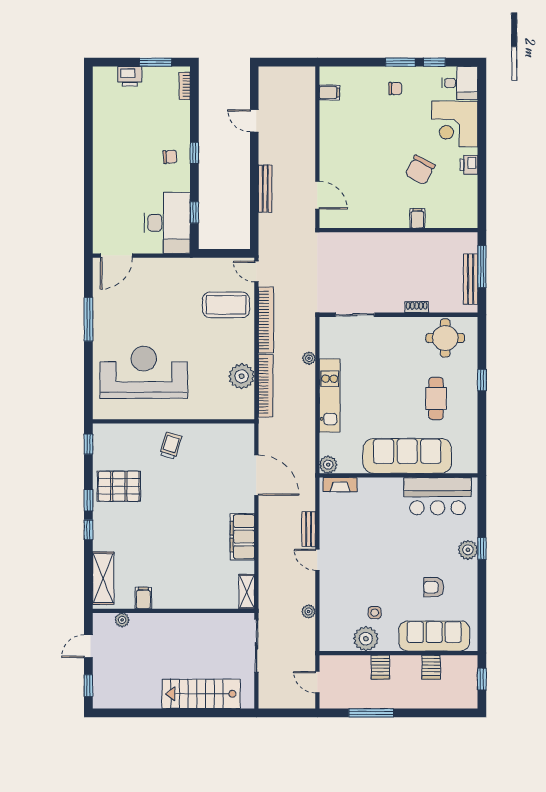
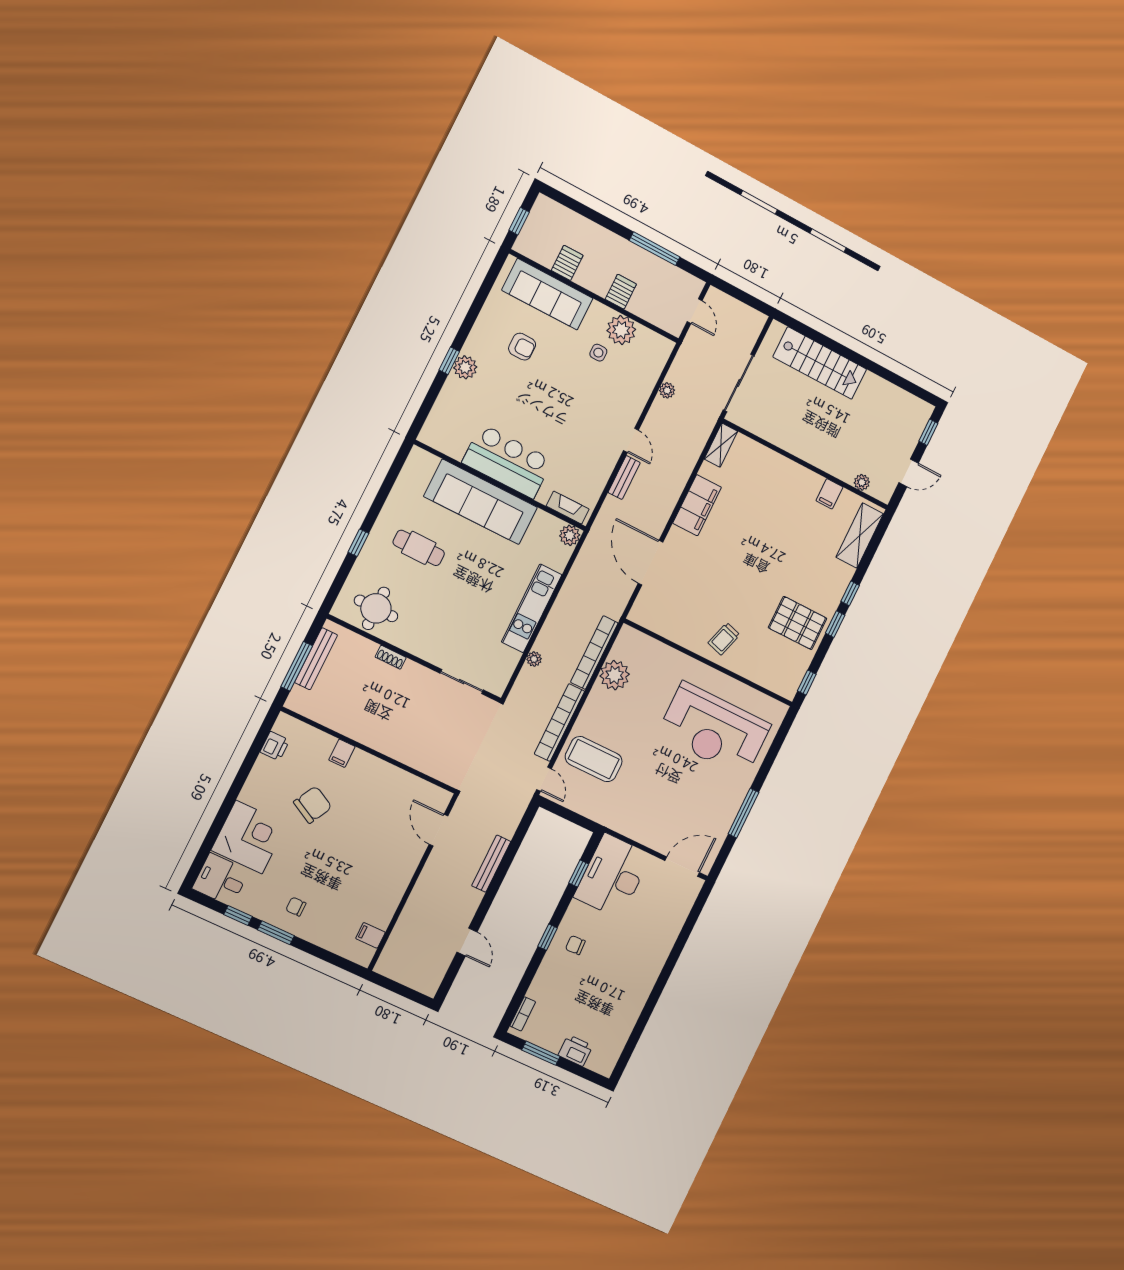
printer: (469, 165) -> (275, 746), moved
cafe table: (436, 399) -> (419, 548), turned 90
bar counter: (438, 496) -> (507, 461), moved

